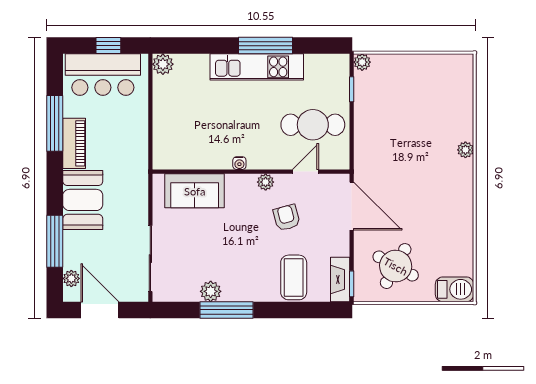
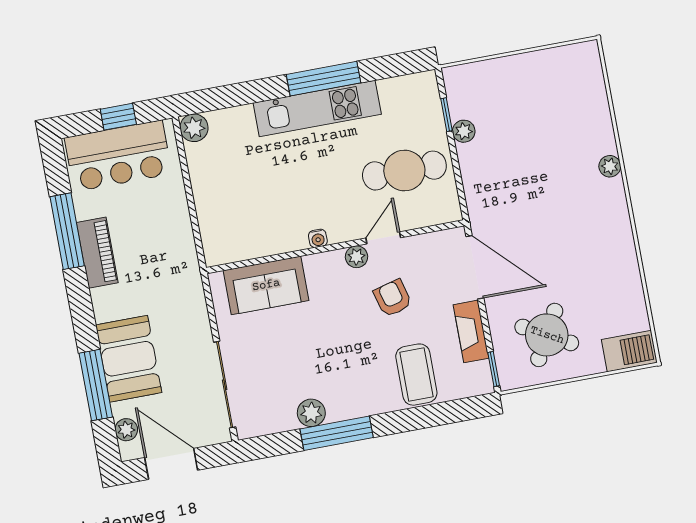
plant: (362, 62) -> (464, 131), moved
door: (306, 172) -> (383, 238), moved
booth: (83, 200) -> (129, 359), moved
fireplace: (340, 279) -> (471, 331), moved

